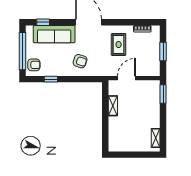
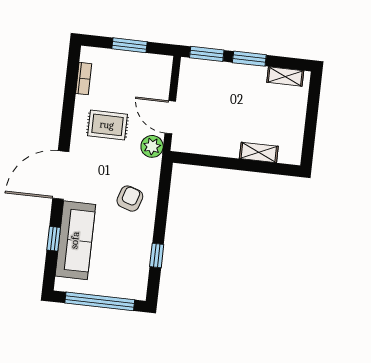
window: (43, 22) -> (54, 239), moved
armchair: (34, 65) -> (127, 283), removed
plant: (110, 70) -> (152, 146), added
shelving: (113, 106) -> (259, 152), moved
window: (163, 117) -> (249, 59), added

